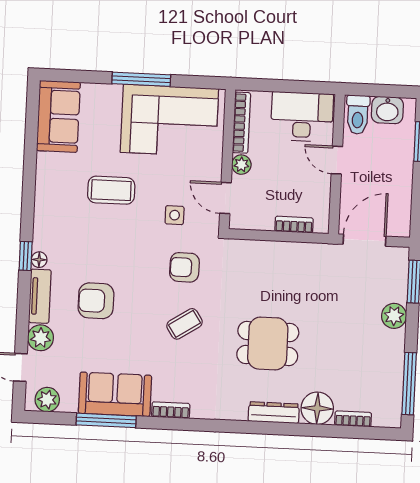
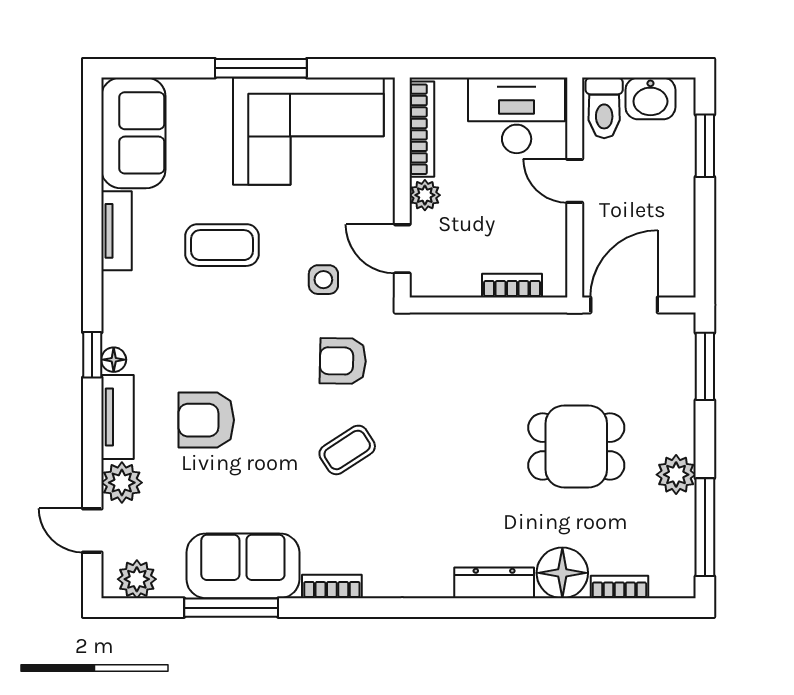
tv unit: (45, 178) -> (116, 231), added
plant: (394, 316) -> (676, 475), moved
dining table: (268, 343) -> (576, 447), moved

